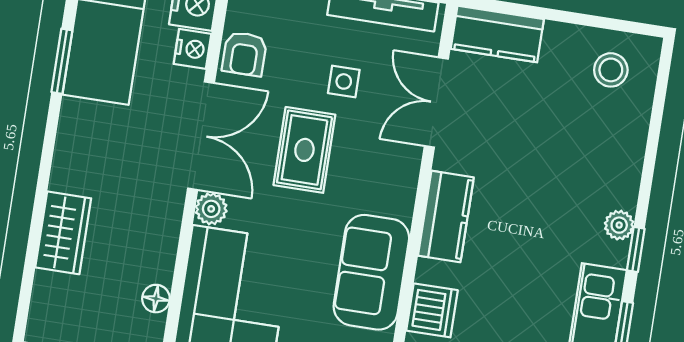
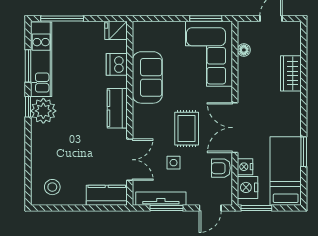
armchair: (244, 54) -> (221, 168), turned -90
plant: (211, 209) -> (225, 95), removed
plant: (619, 225) -> (43, 111), width x1.88, depth x1.88

